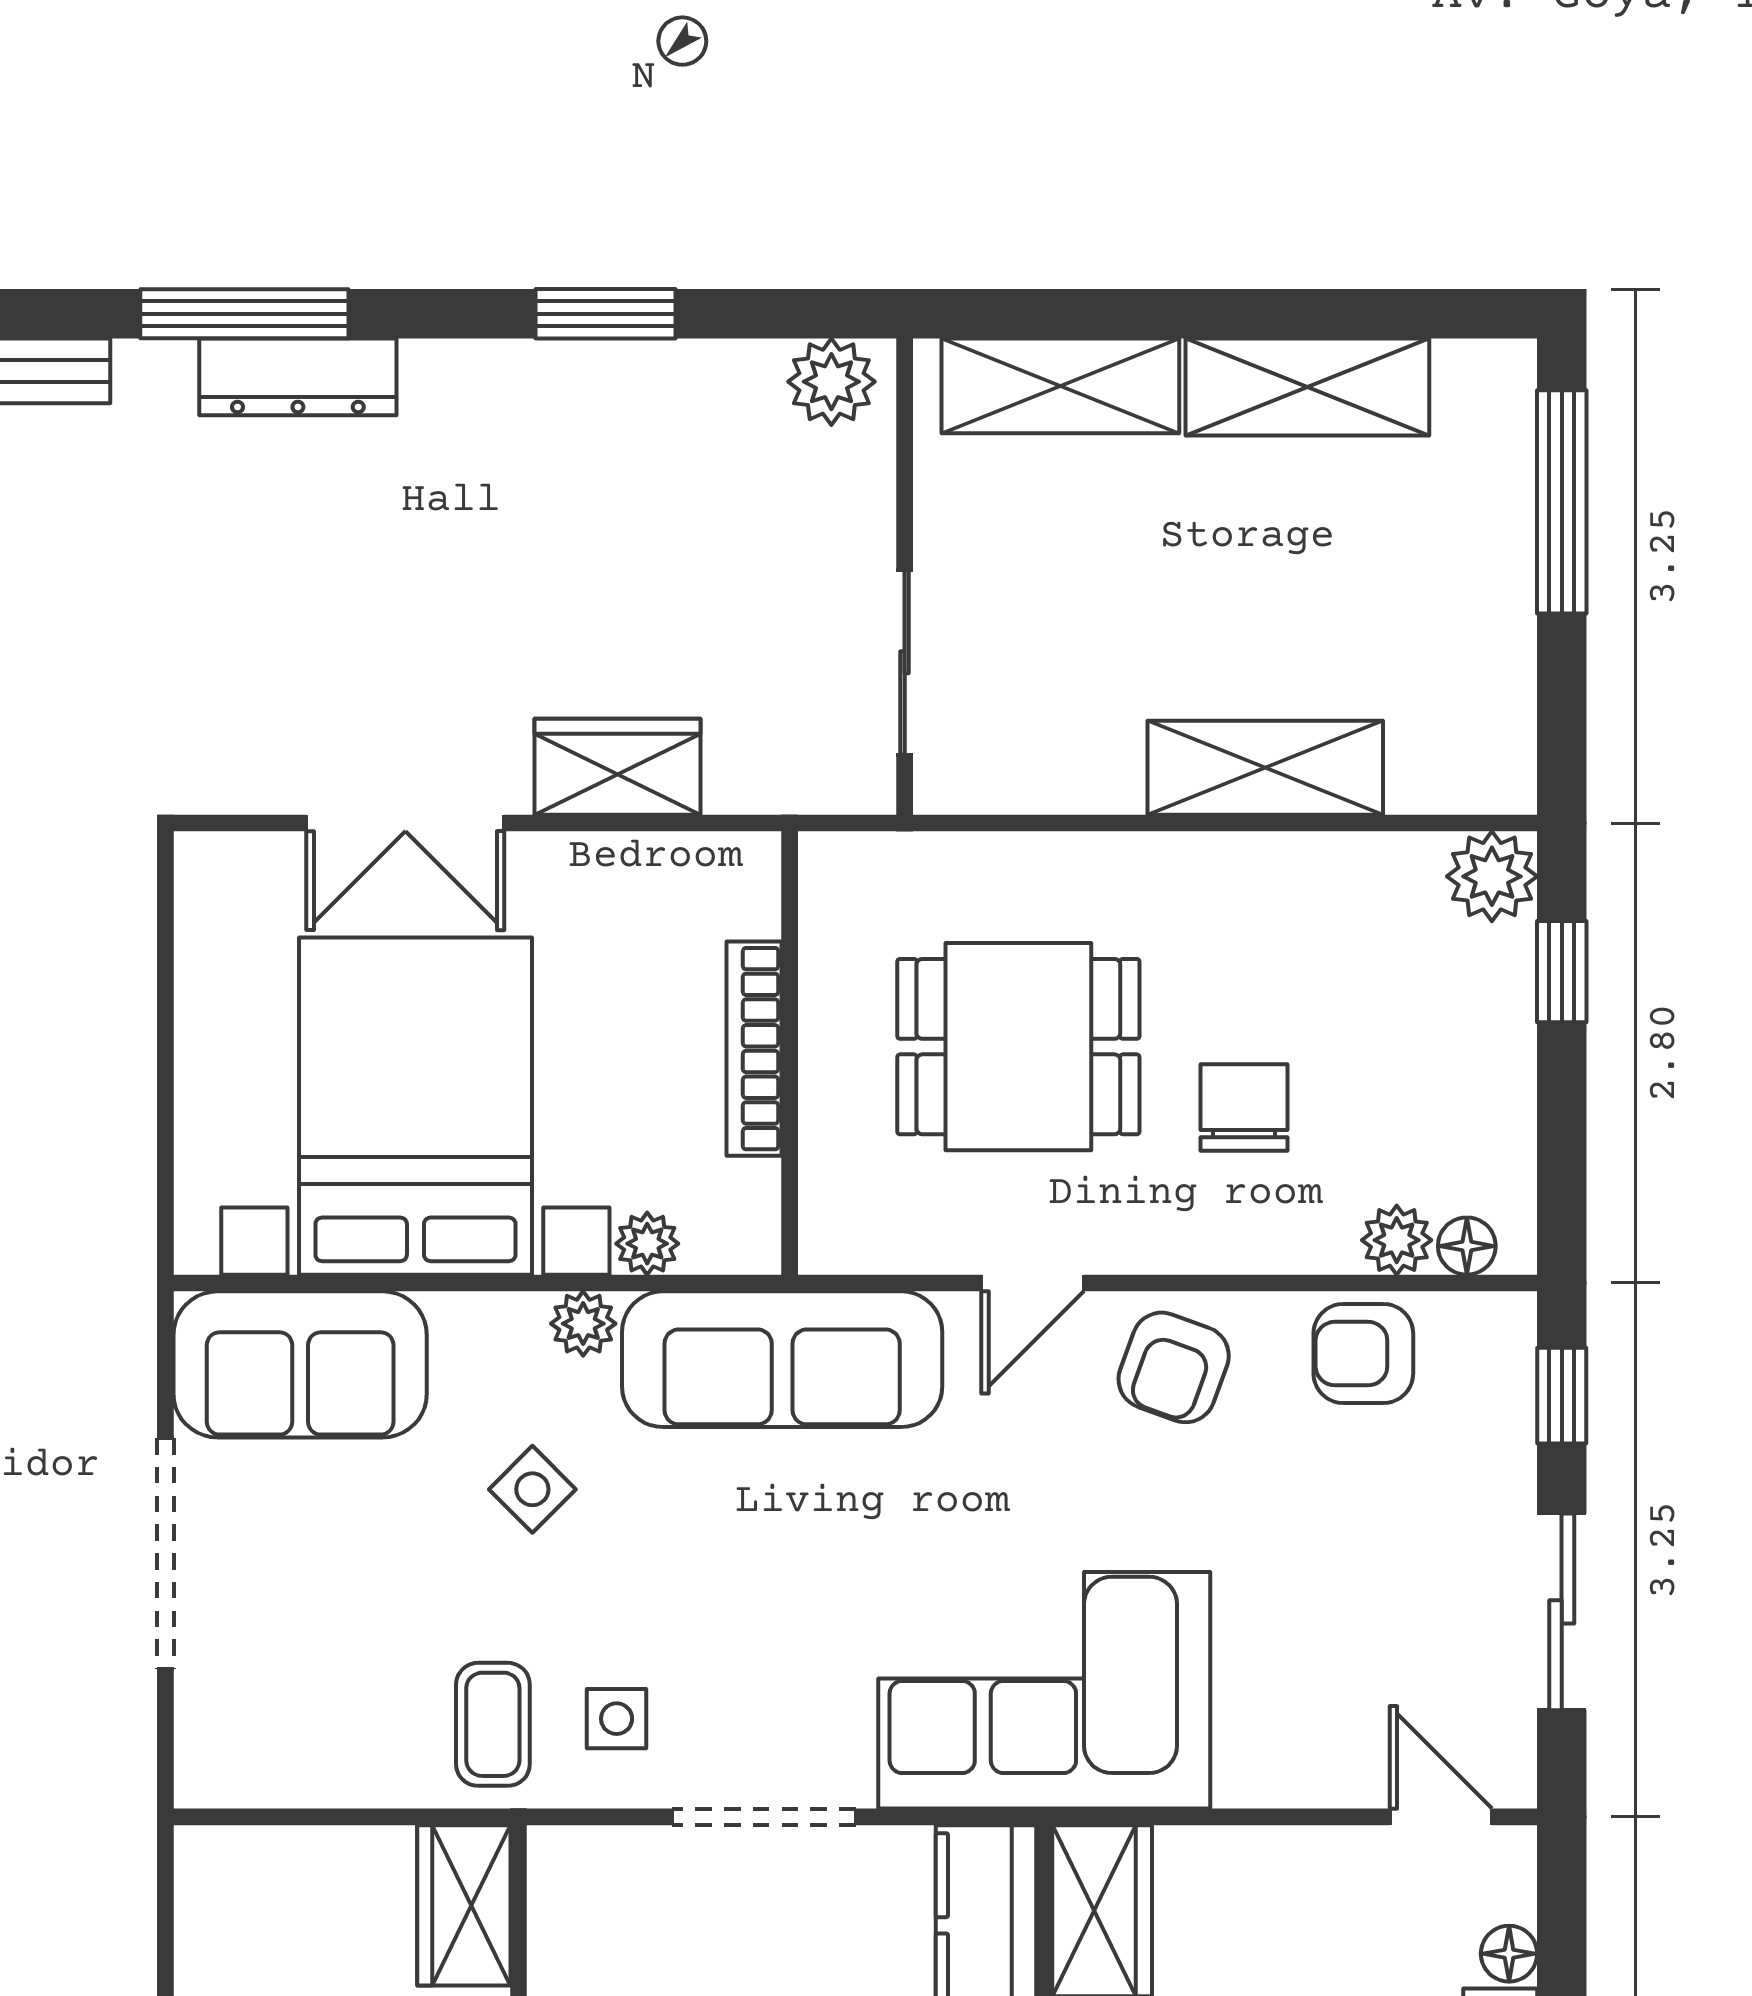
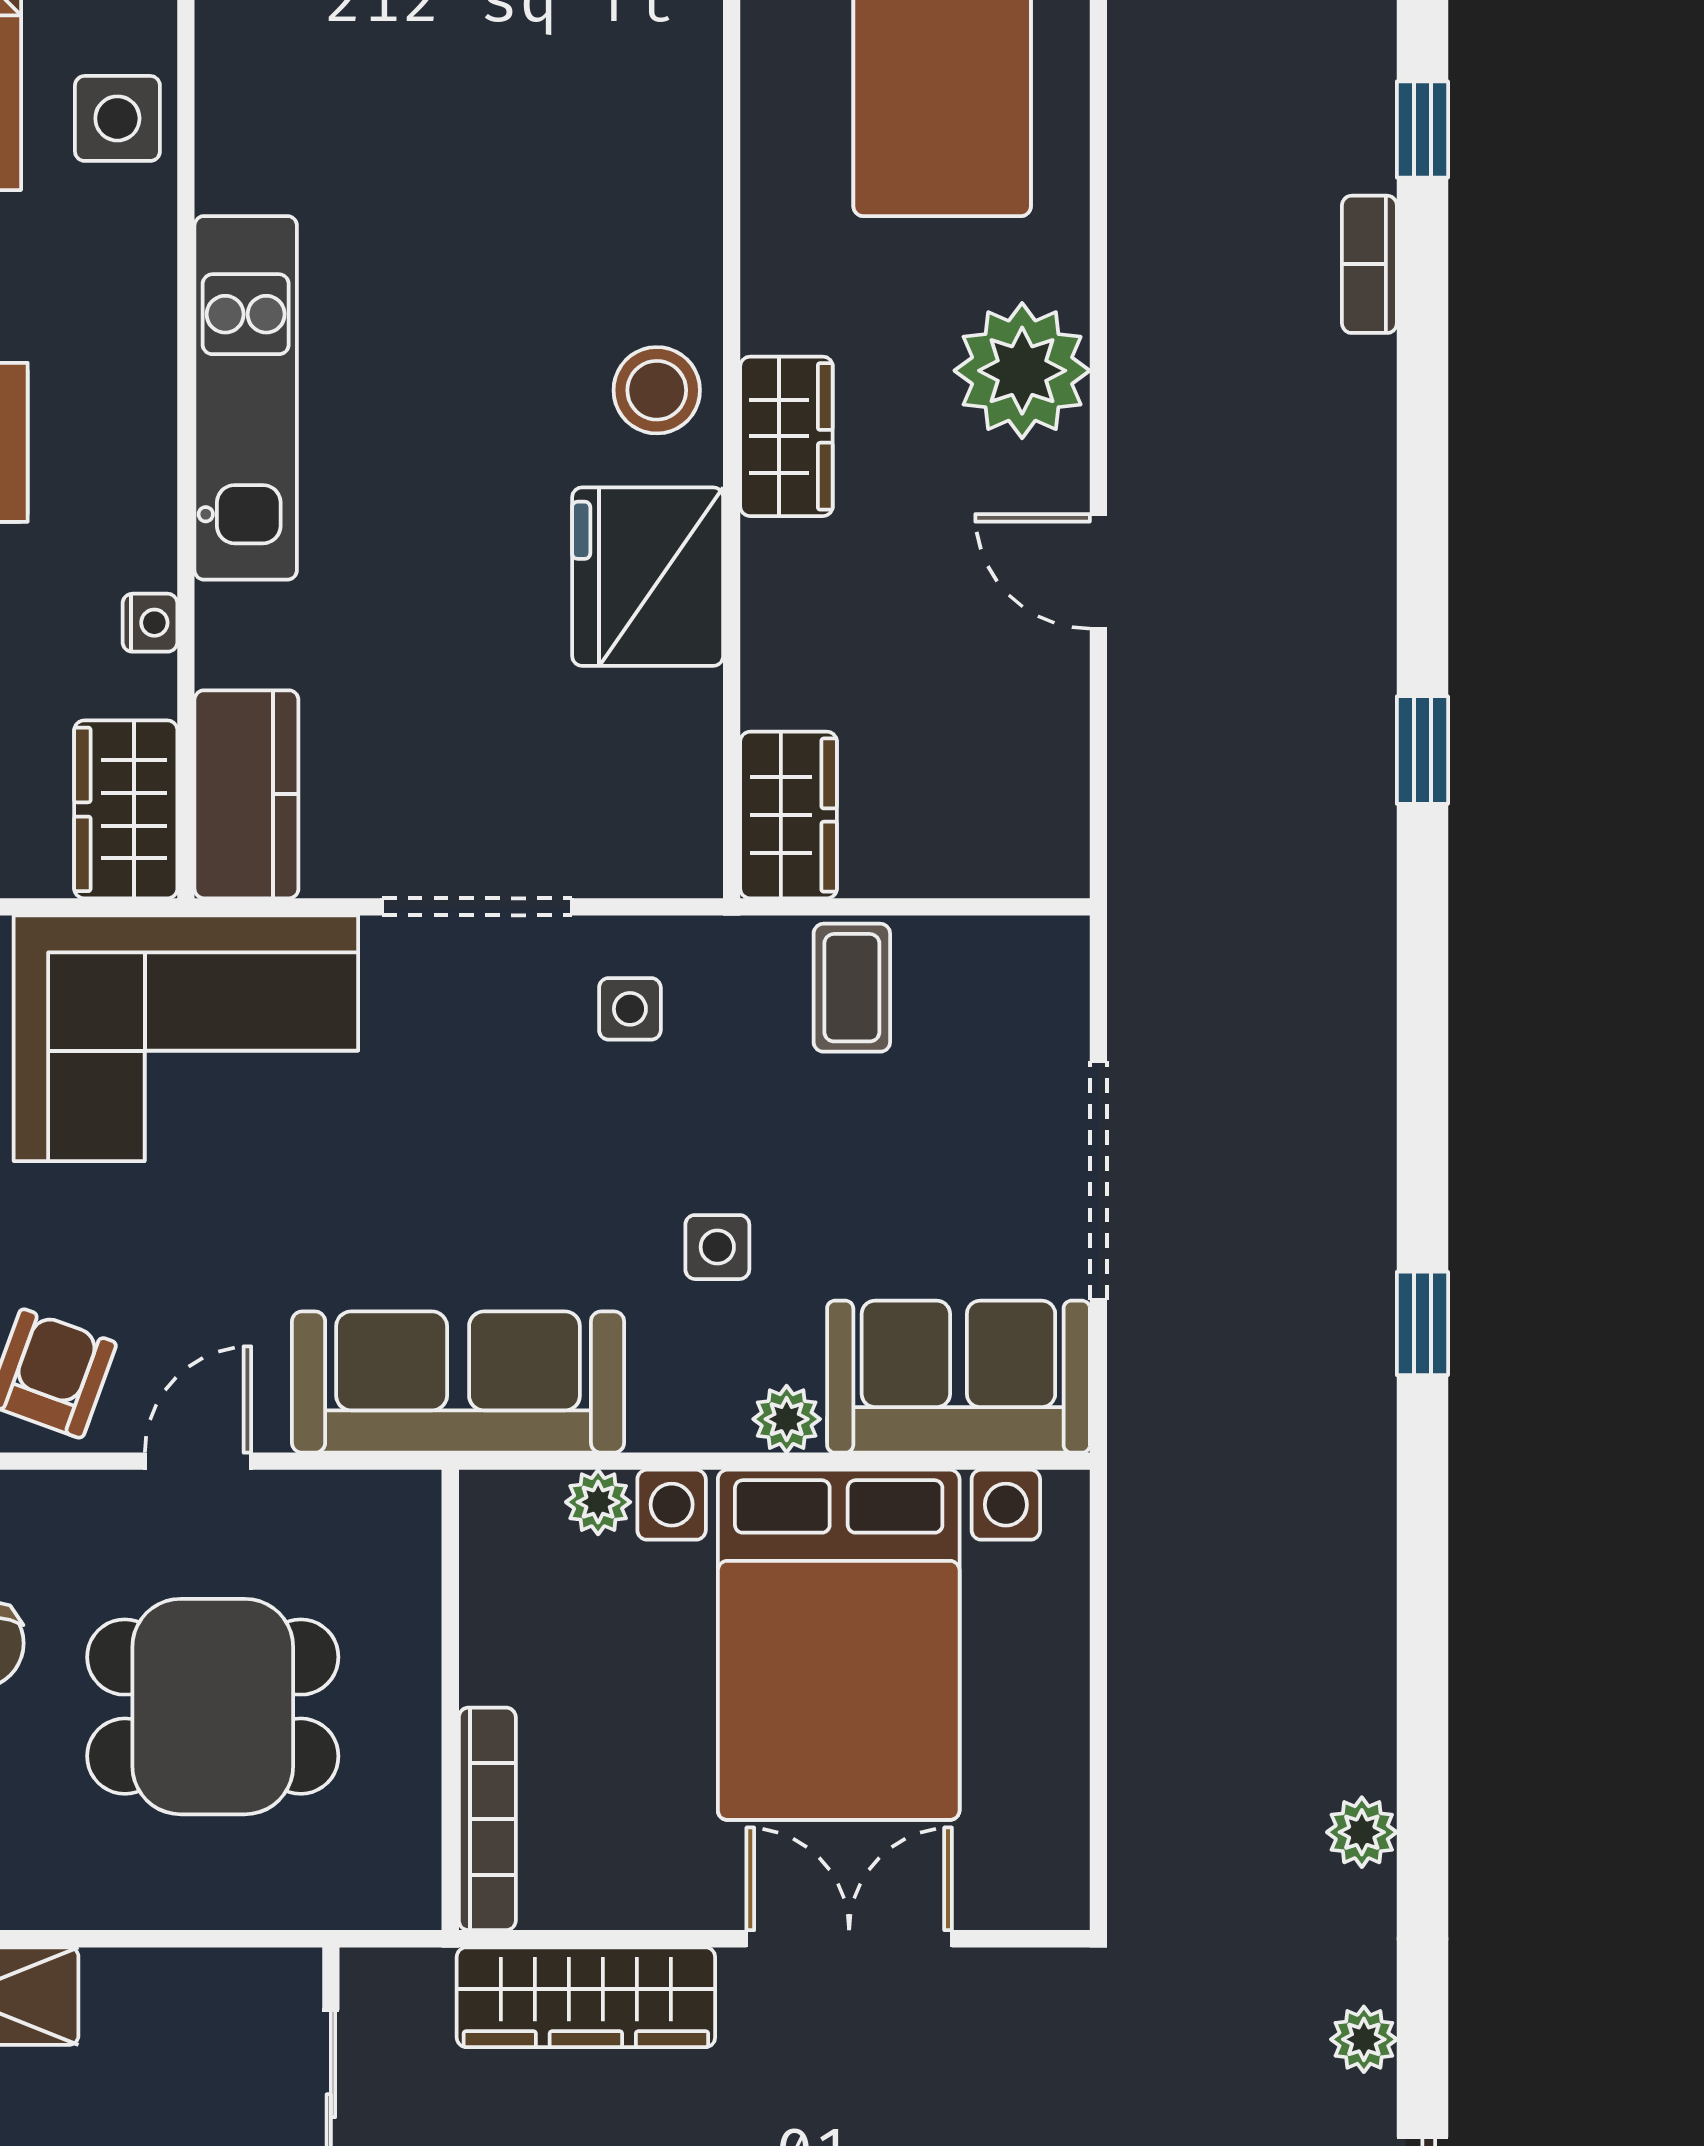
wardrobe: (617, 767) -> (586, 1997), width x1.50
bookcase: (754, 1049) -> (487, 1819), moved
plant: (583, 1324) -> (787, 1419), moved
side table: (532, 1489) -> (717, 1247), turned 45
coffee table: (493, 1724) -> (852, 988), moved

